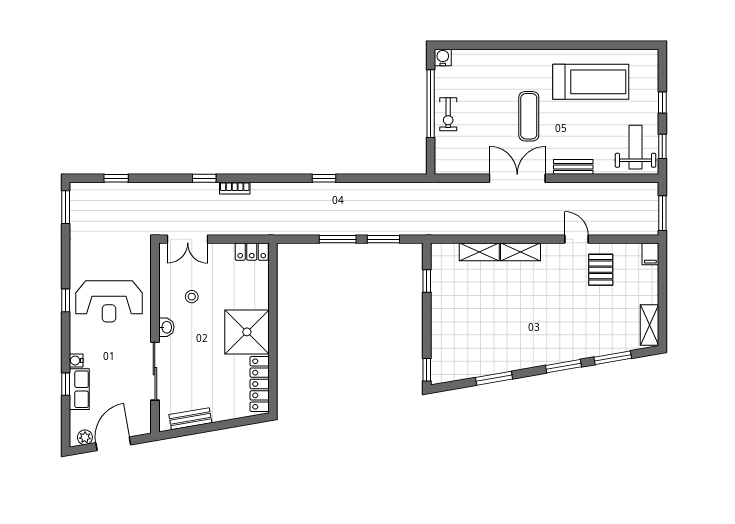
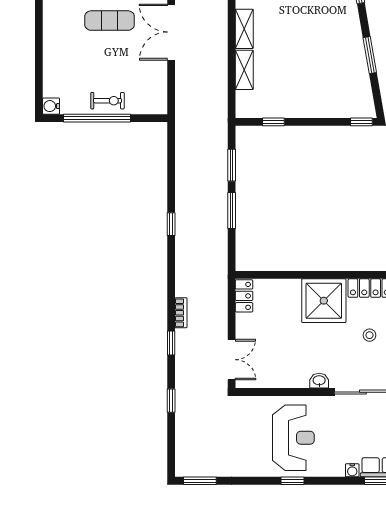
window: (116, 178) -> (171, 401), moved
stool: (192, 297) -> (369, 335), moved

